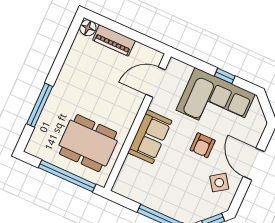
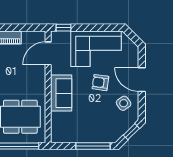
window: (225, 76) -> (64, 28), moved
armchair: (203, 145) -> (100, 83), turned 98

